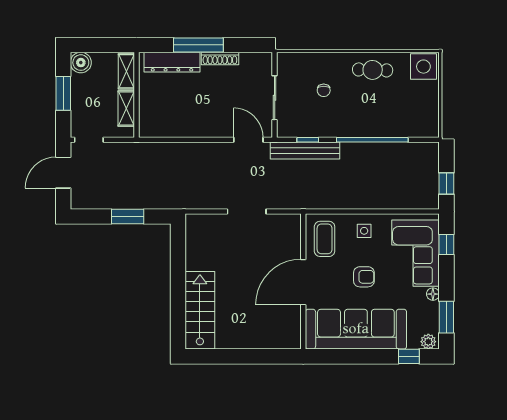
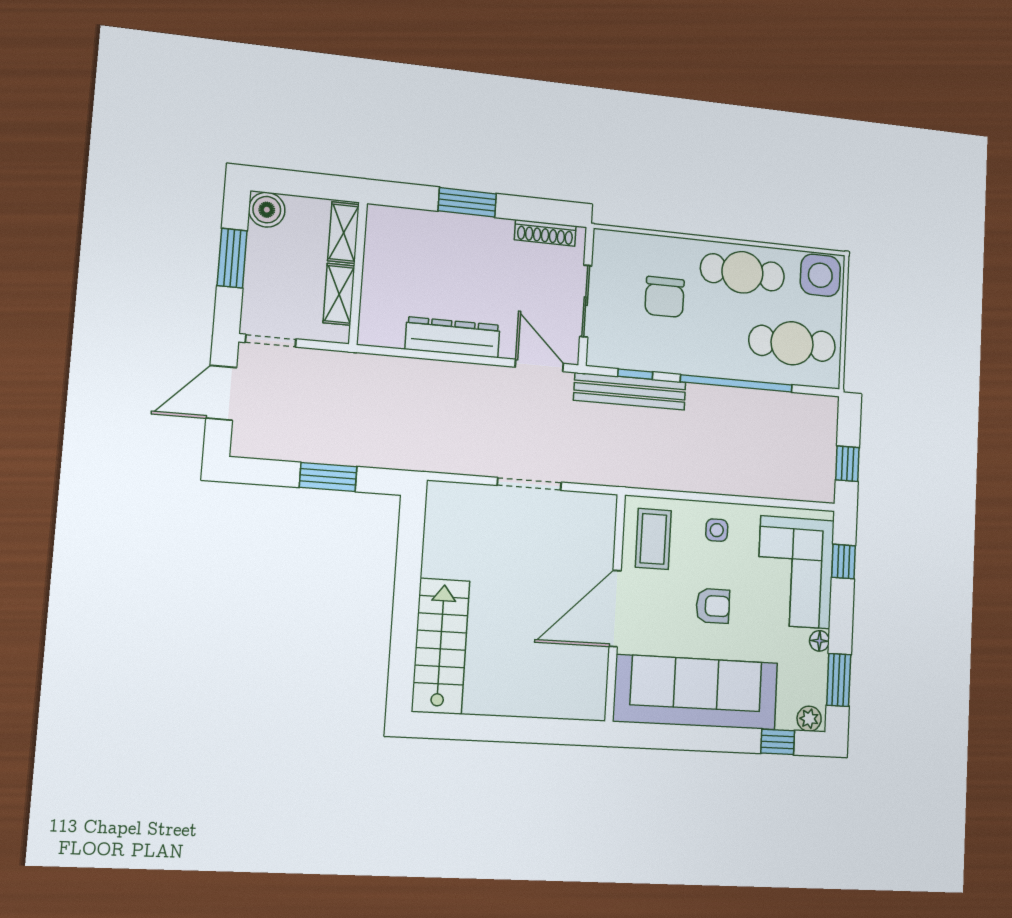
window: (198, 45) -> (467, 202), width x0.69
shoe rack: (220, 58) -> (545, 233), moved
dresser: (172, 62) -> (453, 337), moved, turned 180
cafe table: (373, 70) -> (742, 272), width x1.37, depth x1.35
chair: (324, 90) -> (665, 297), width x1.87, depth x1.87
cafe table: (407, 111) -> (792, 343), added

